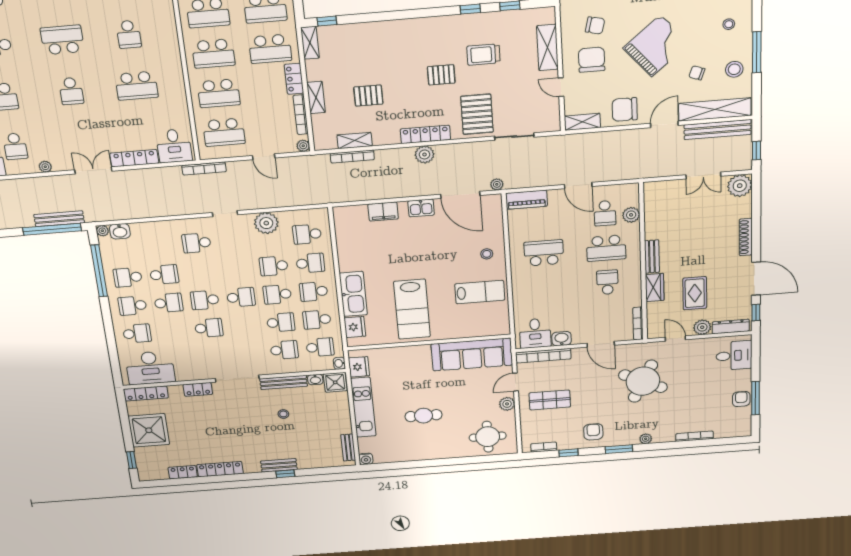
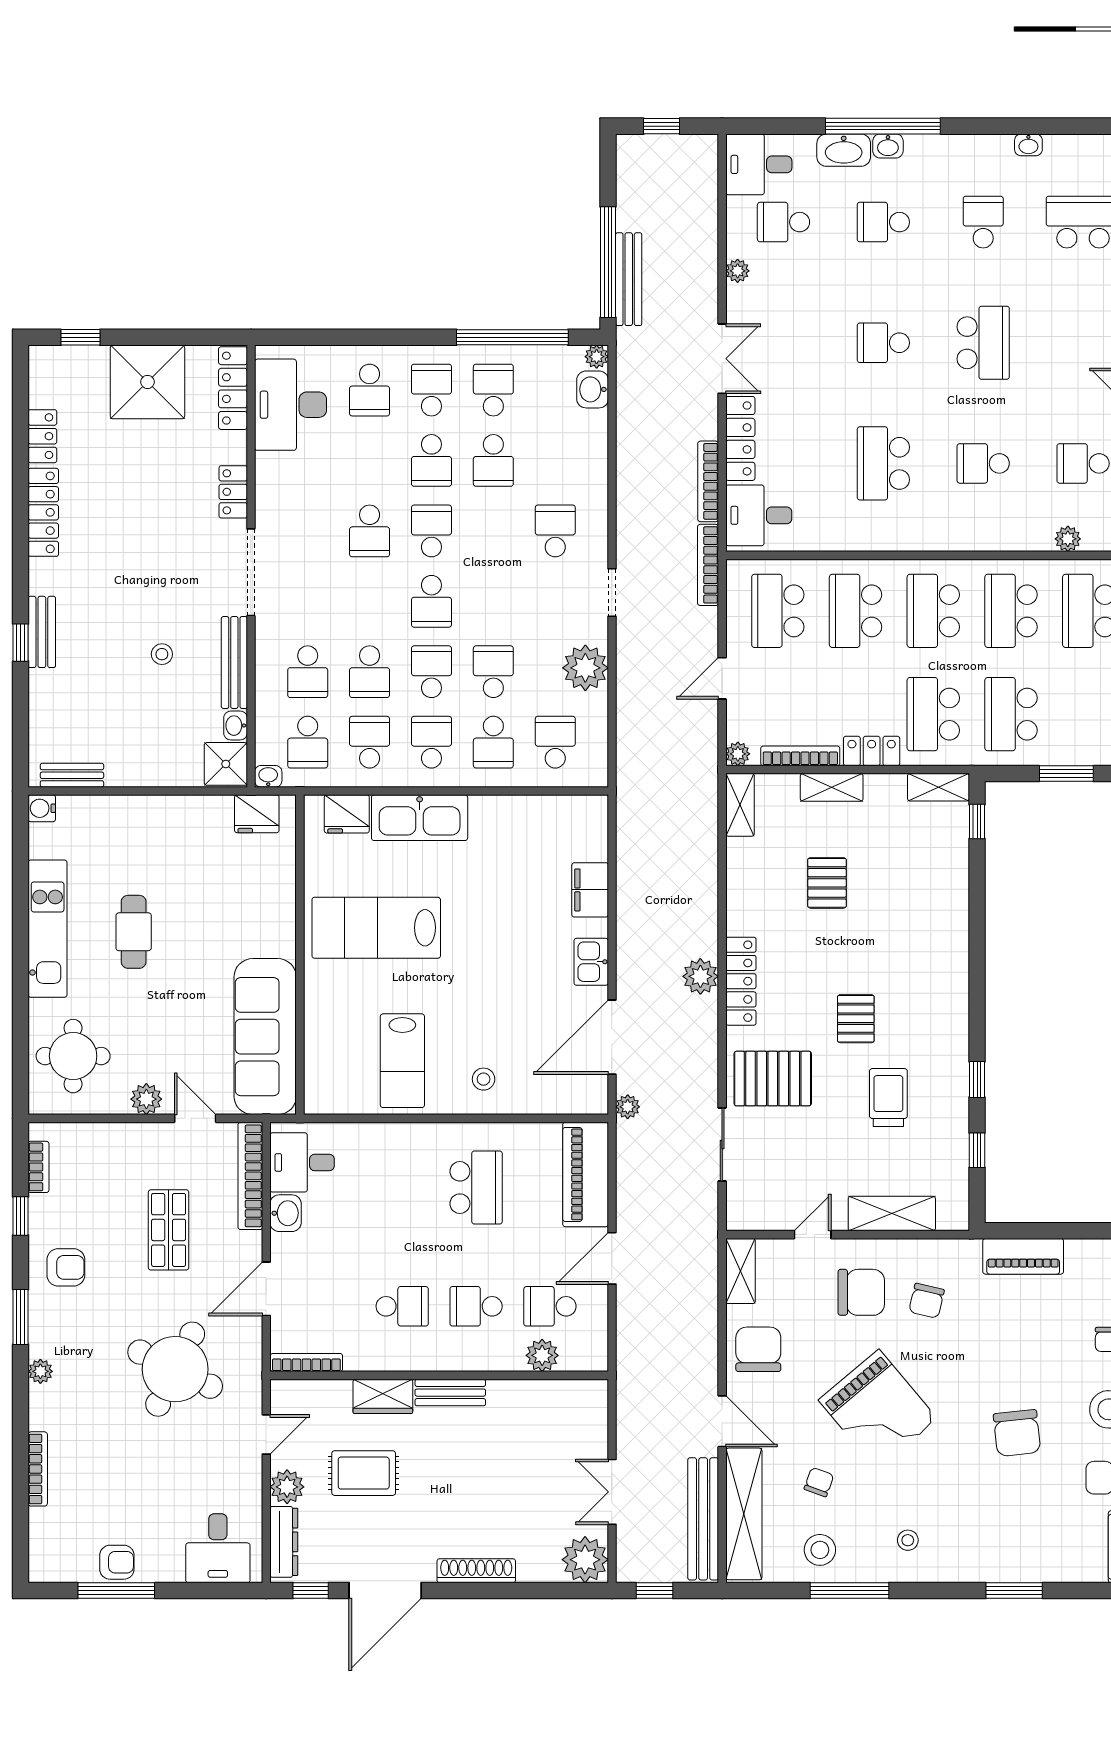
shelving: (355, 141) -> (740, 805), moved
bookcase: (352, 157) -> (708, 481), moved
piano: (527, 200) -> (586, 1174), width x1.37, depth x1.33
school desk: (606, 248) -> (476, 1306), width x0.54
shop shelf: (550, 400) -> (169, 1230), moved
kitchen unit: (363, 407) -> (48, 929), moved, turned -90

